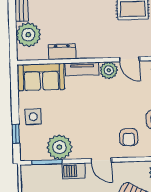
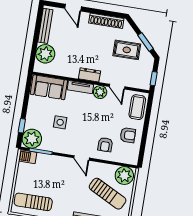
dresser: (62, 52) -> (89, 75), moved
side table: (33, 117) -> (60, 122), moved
plant: (59, 147) -> (32, 139), moved
barbecue: (74, 171) -> (28, 157), moved

